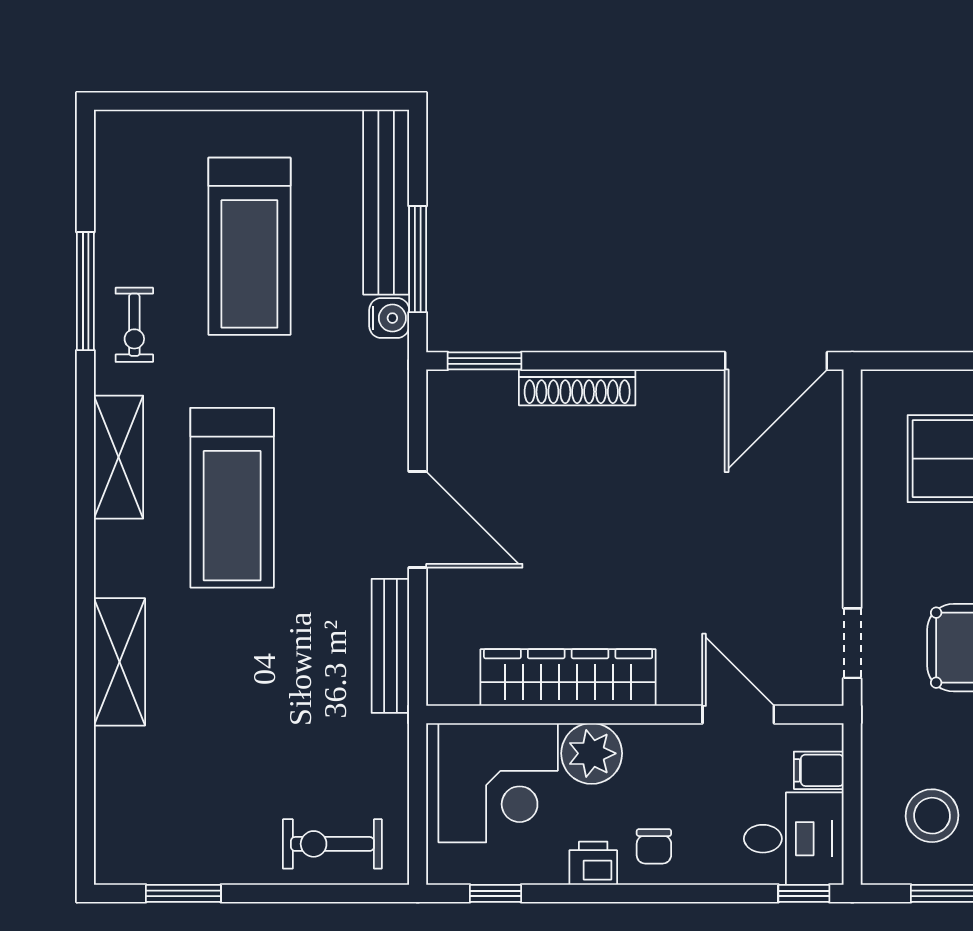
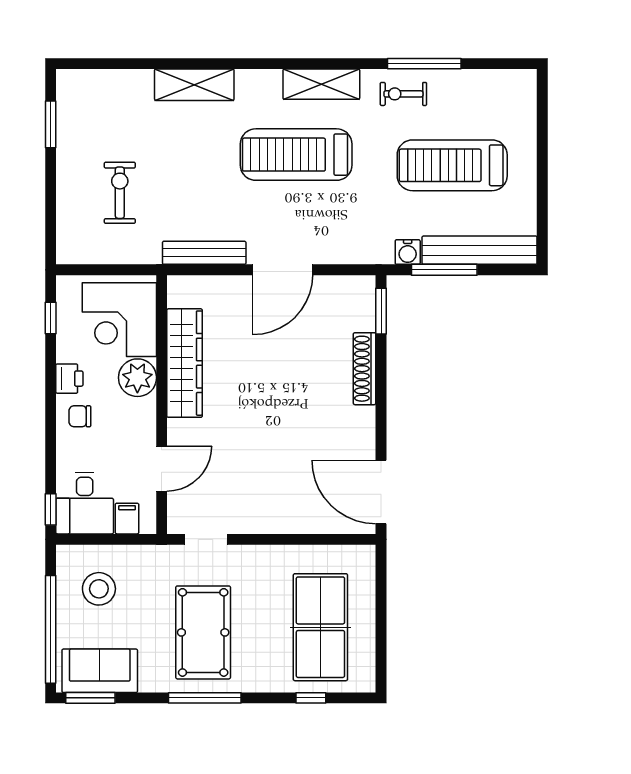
exercise bike: (332, 844) -> (120, 193), moved

